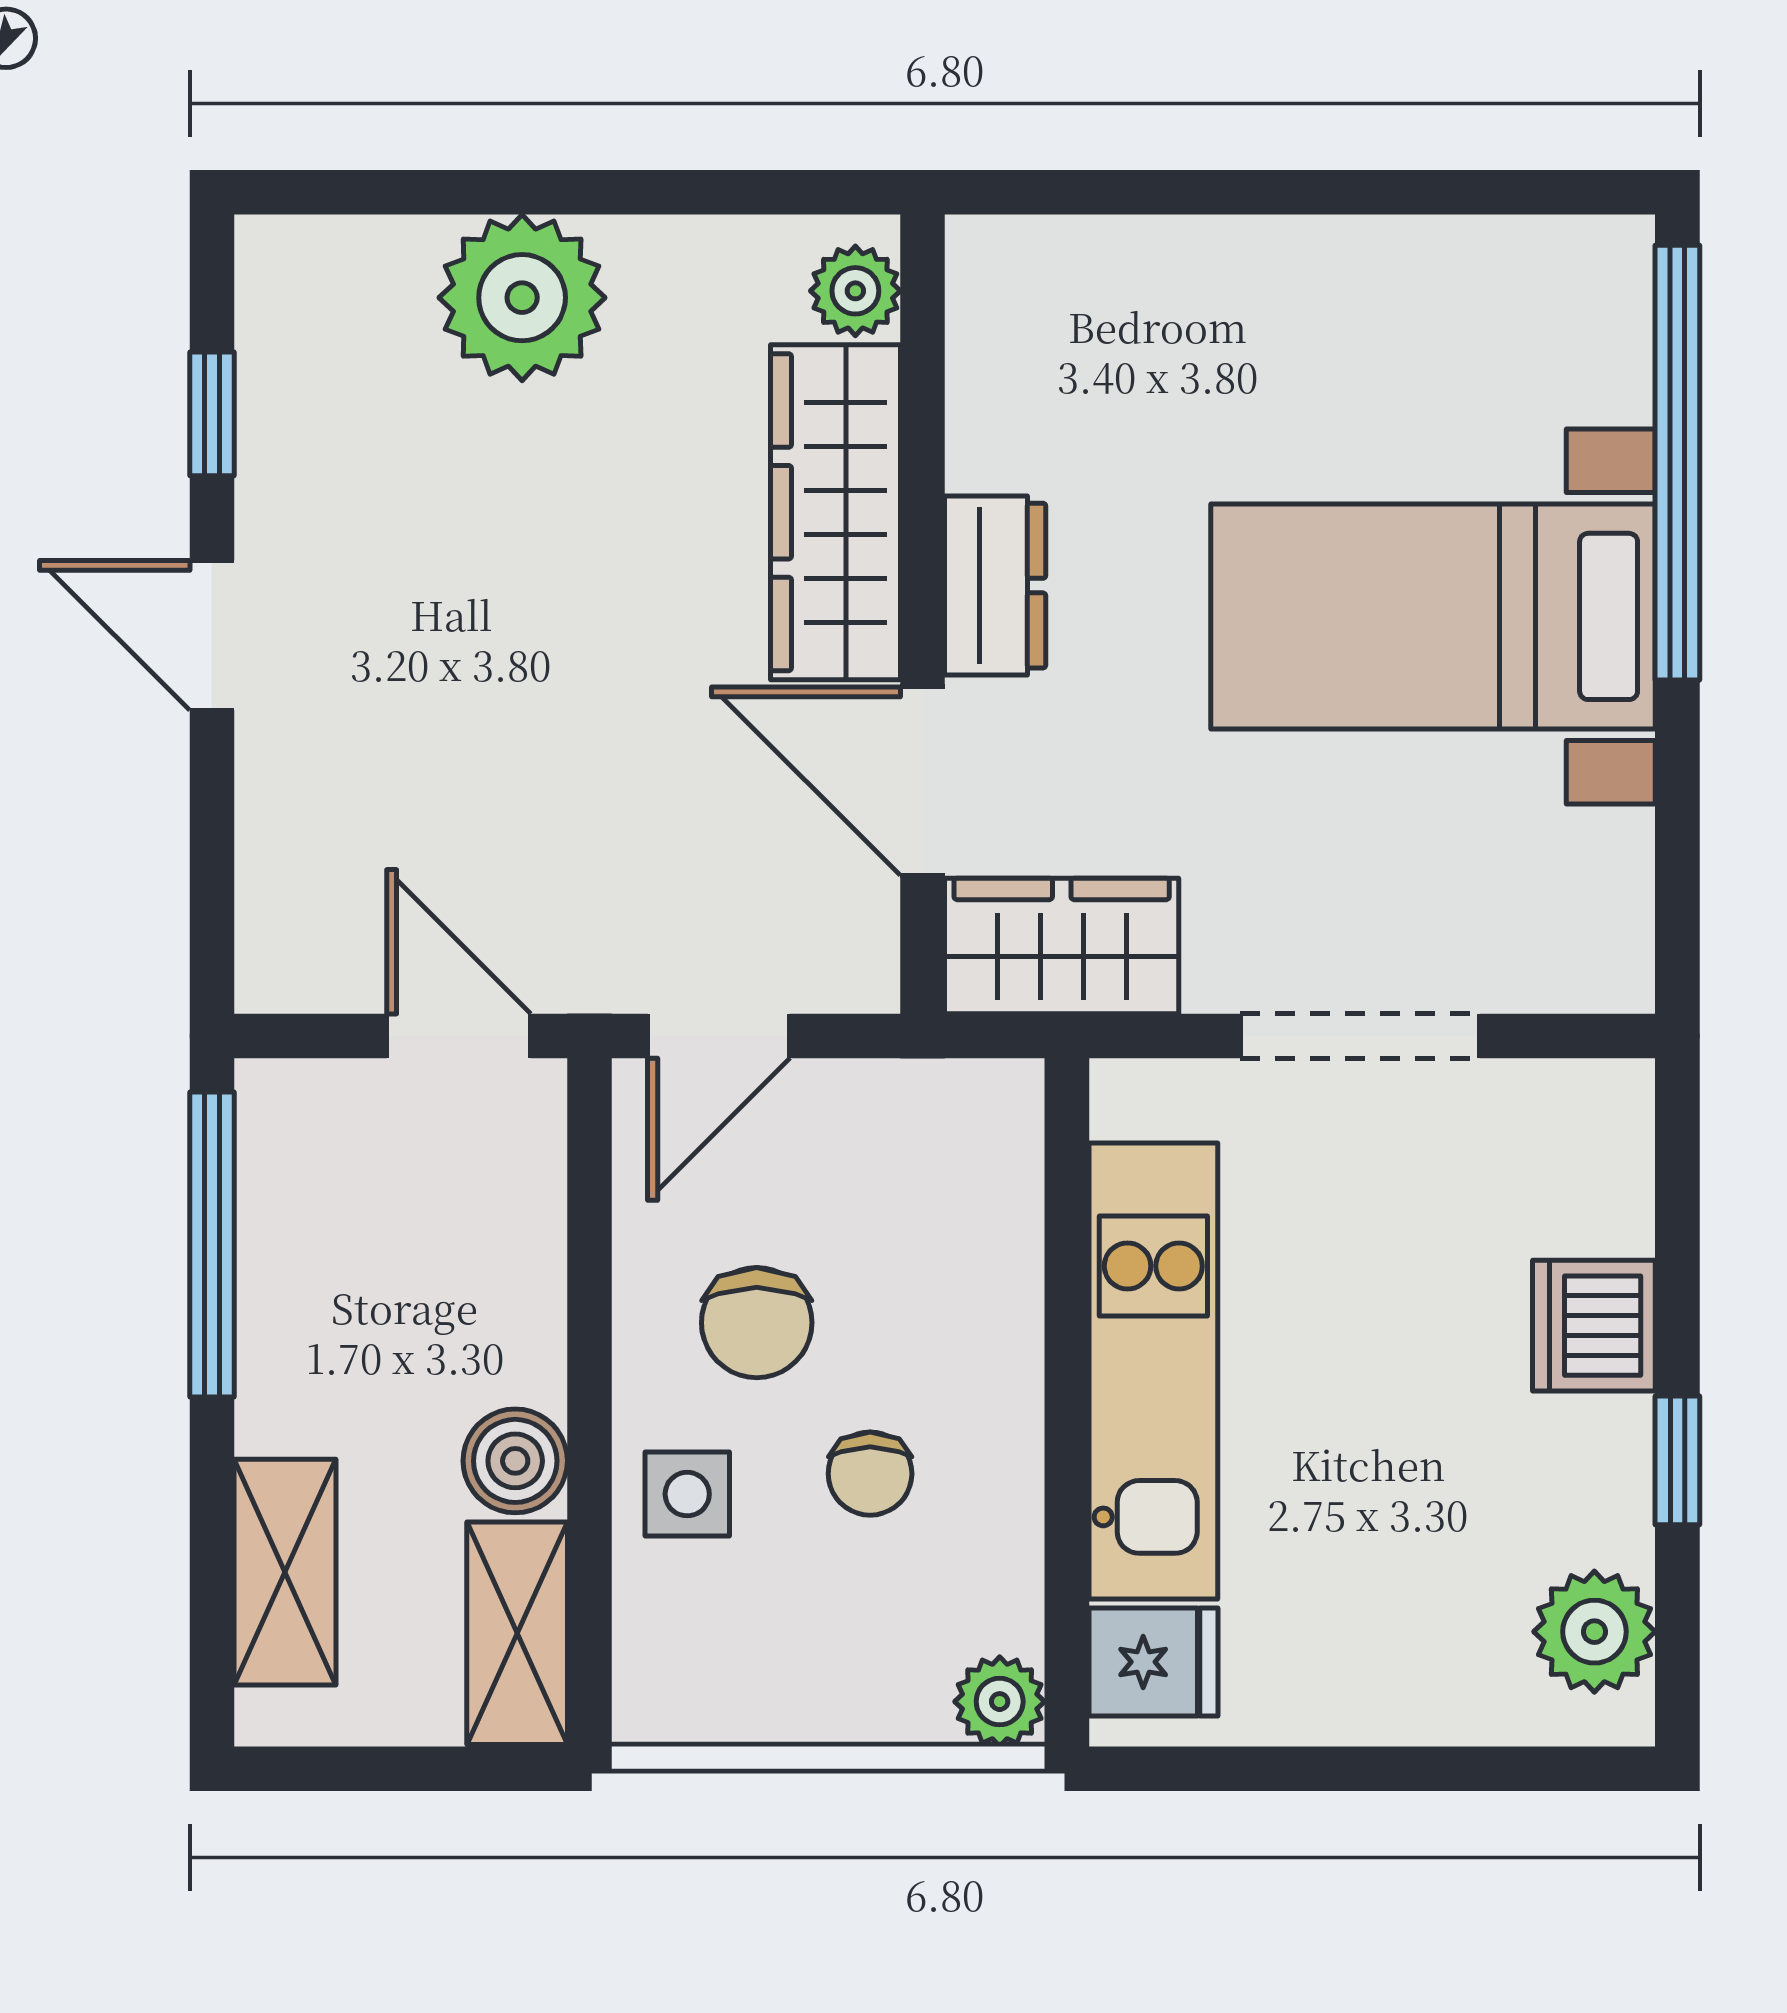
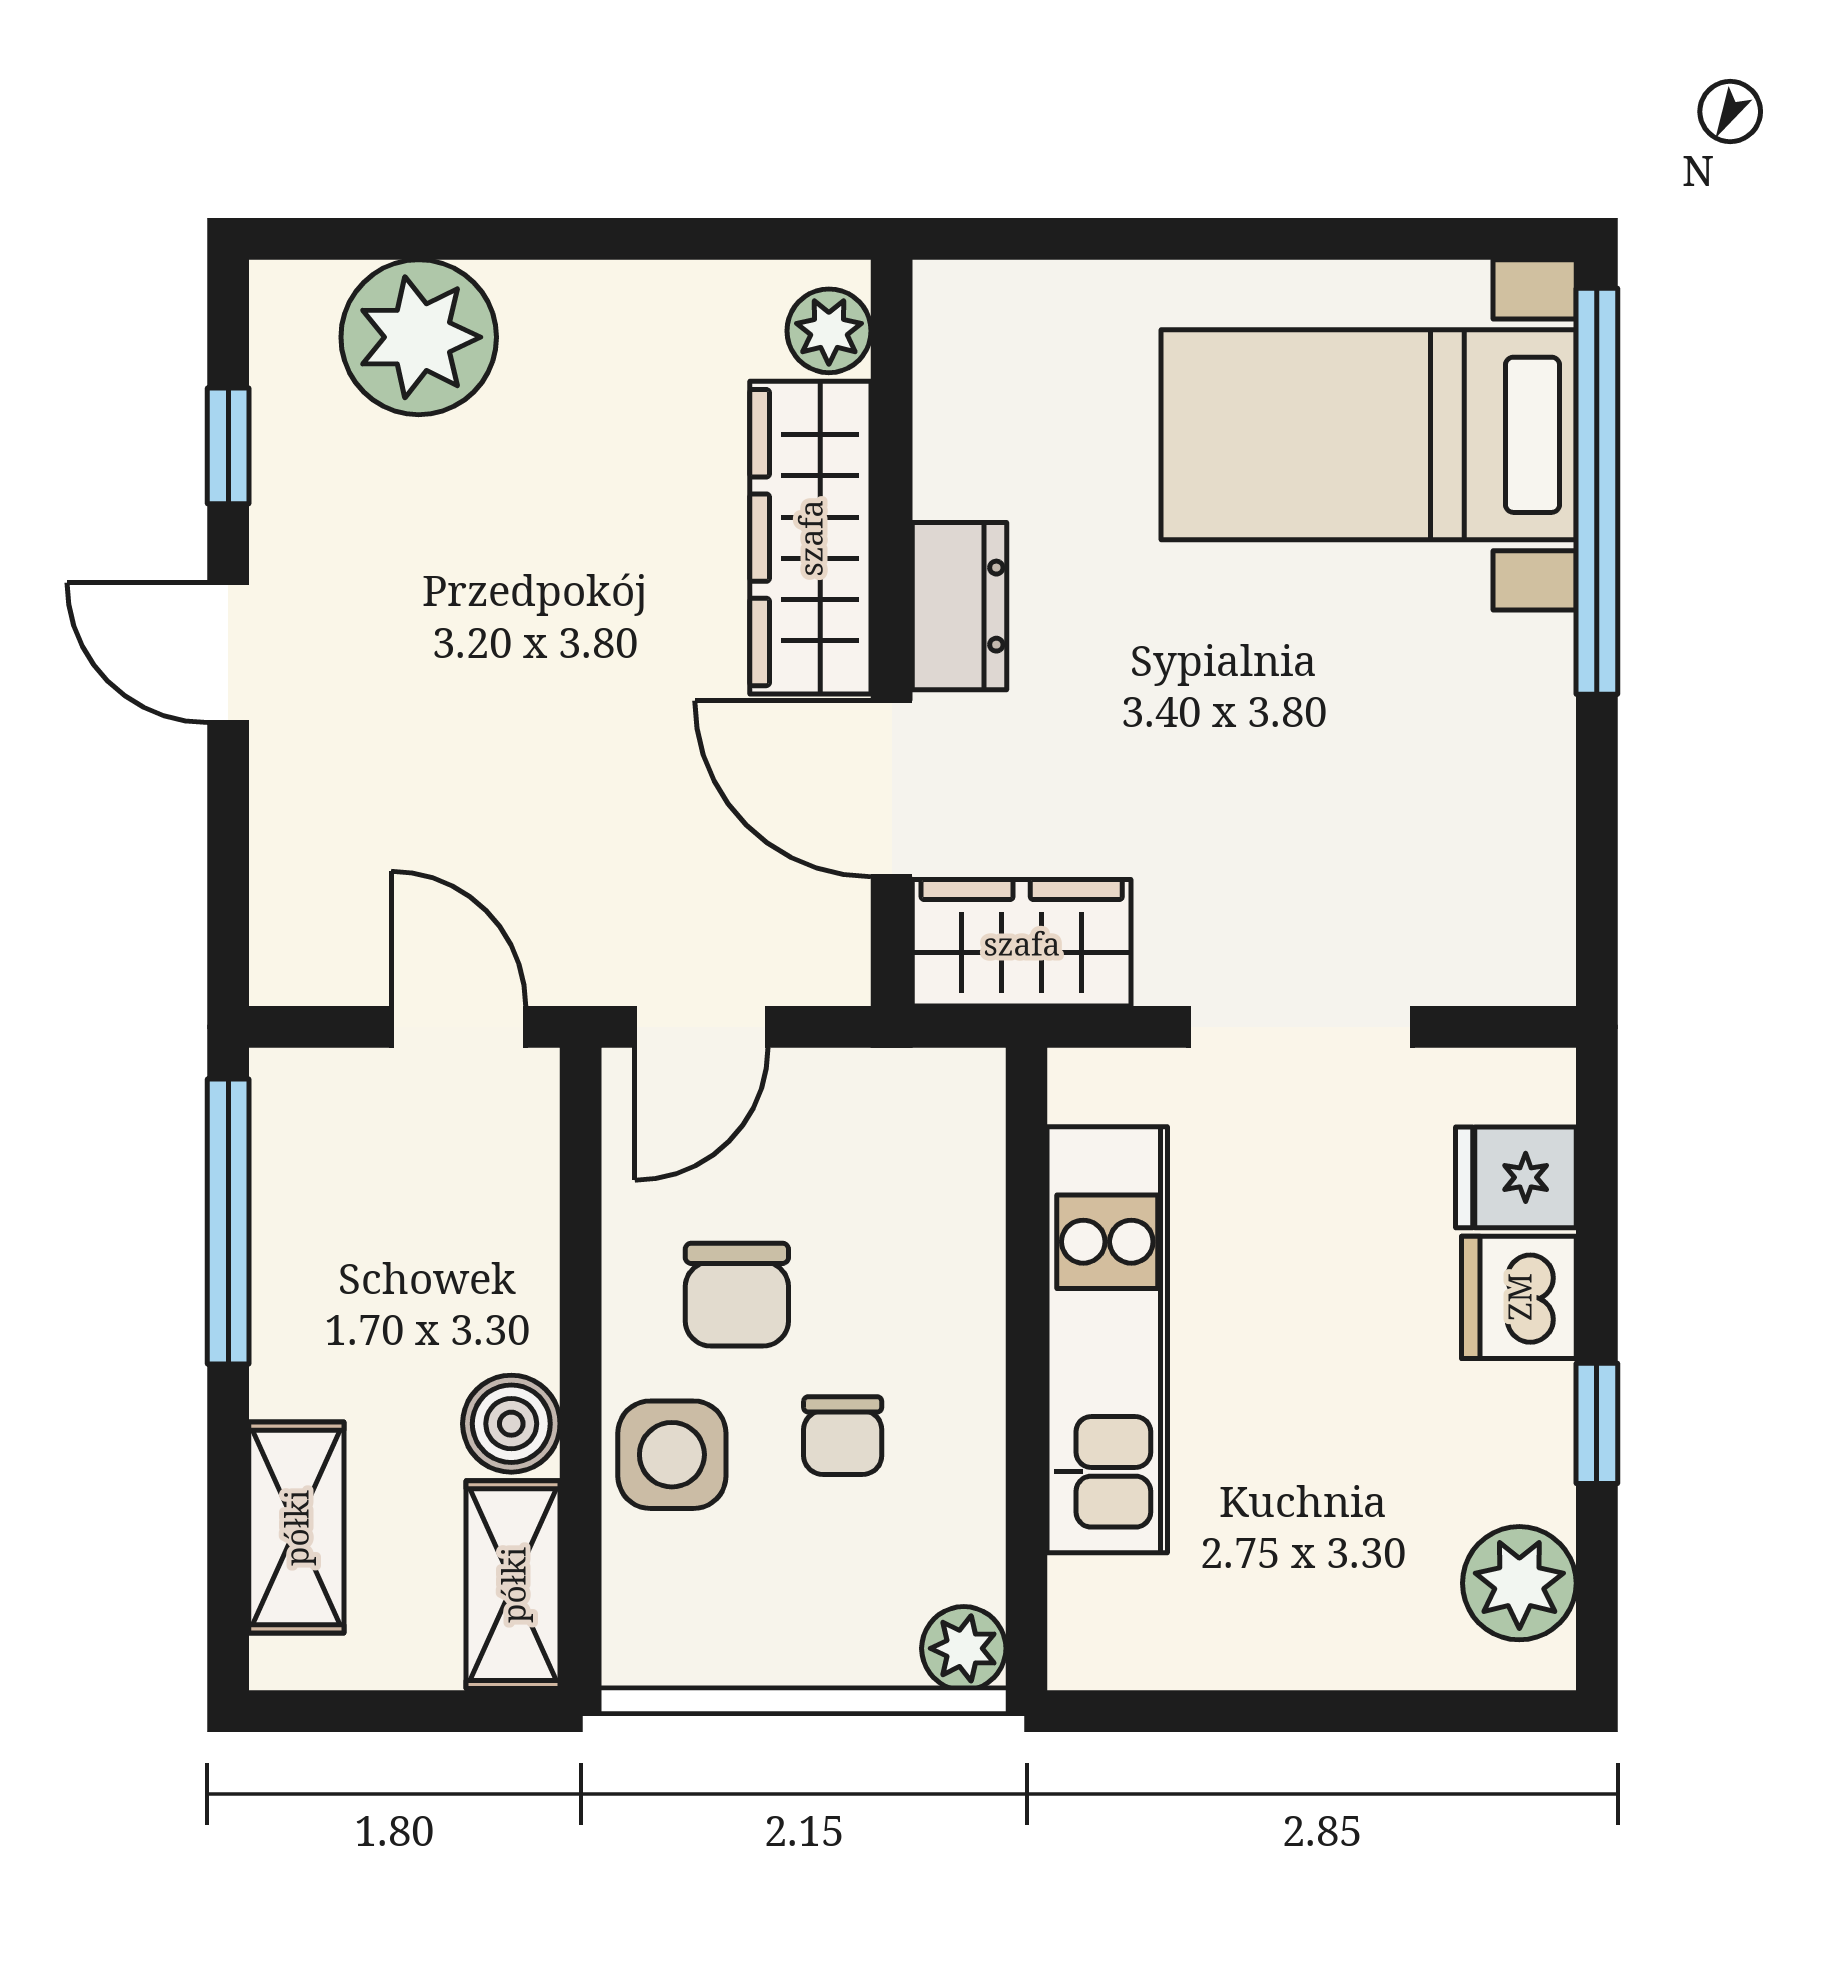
plant: (522, 298) -> (419, 337), moved
bed with nightstands: (1433, 616) -> (1369, 435), moved
side table: (687, 1494) -> (672, 1455), width x1.37, depth x1.37
fridge: (1153, 1662) -> (1516, 1177), moved, turned 180

